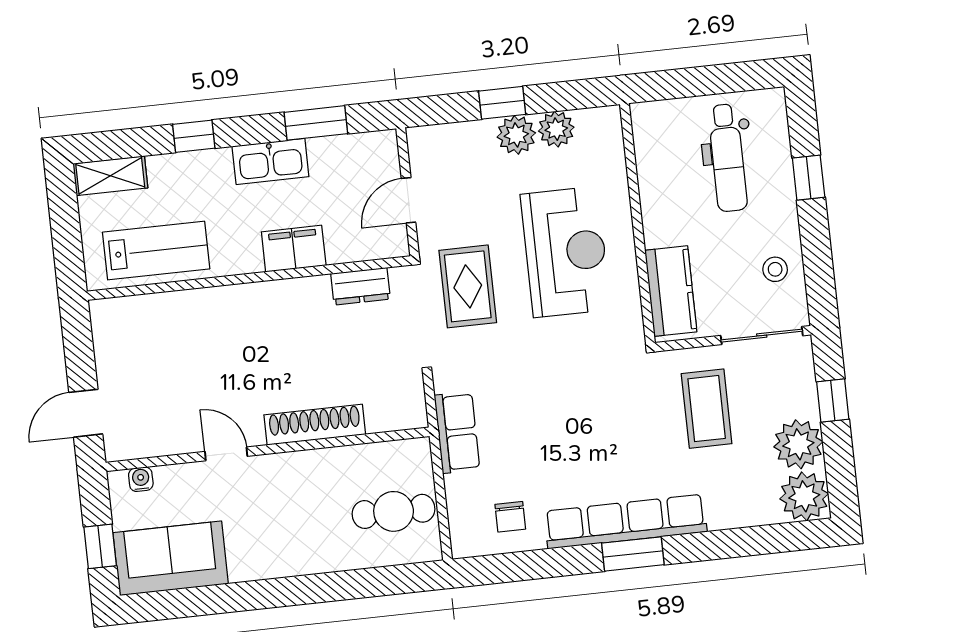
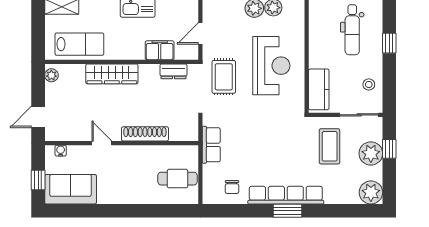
filing cabinet: (294, 249) -> (160, 50), moved
wardrobe: (231, 306) -> (112, 74), added
plant: (104, 322) -> (51, 75), added
plant: (798, 444) -> (371, 153), moved

